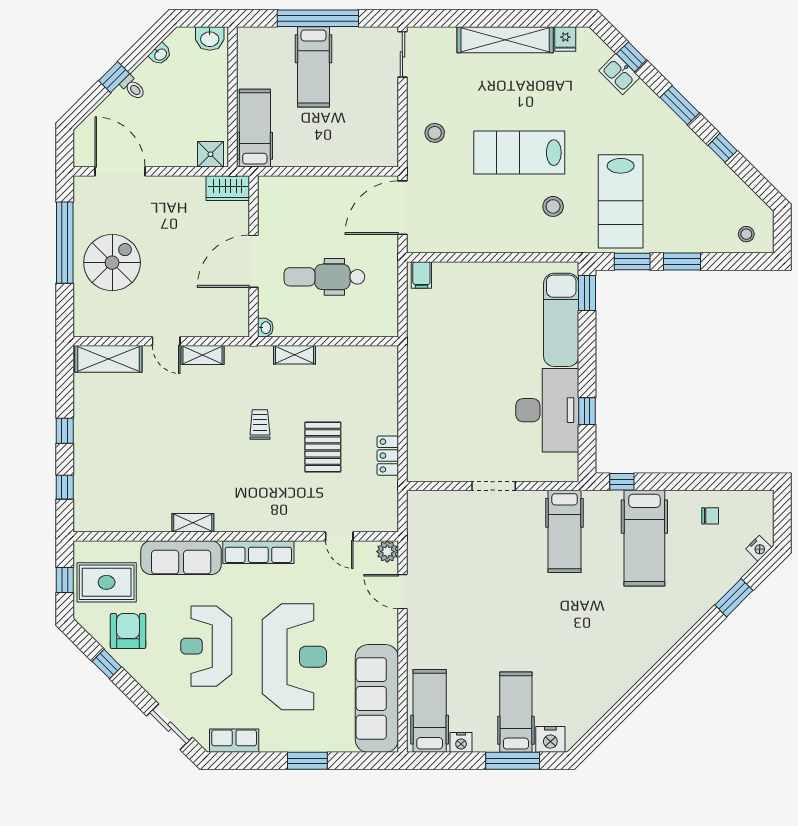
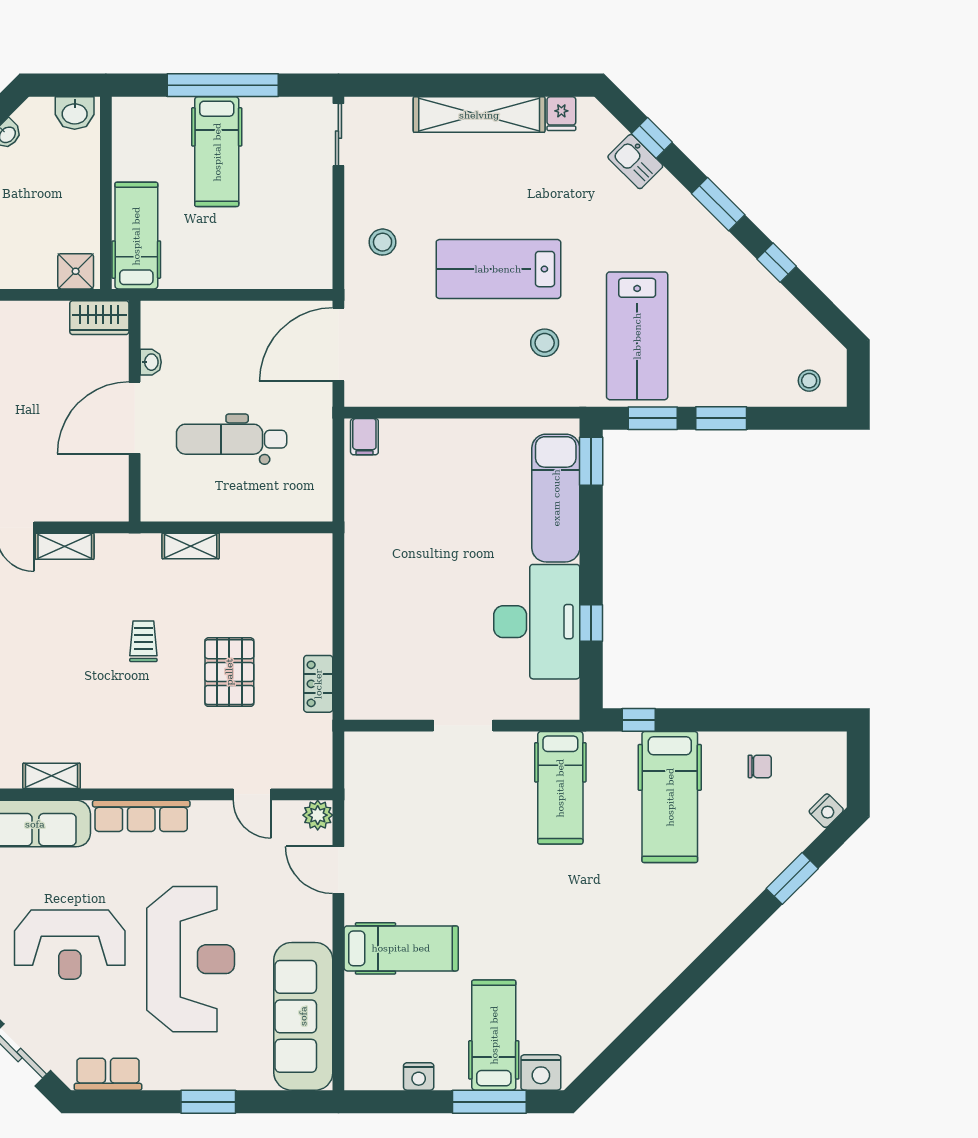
washbasin: (265, 328) -> (151, 362), moved
reception desk: (206, 646) -> (70, 945), turned -90
hospital bed: (430, 711) -> (401, 948), moved, turned 90

